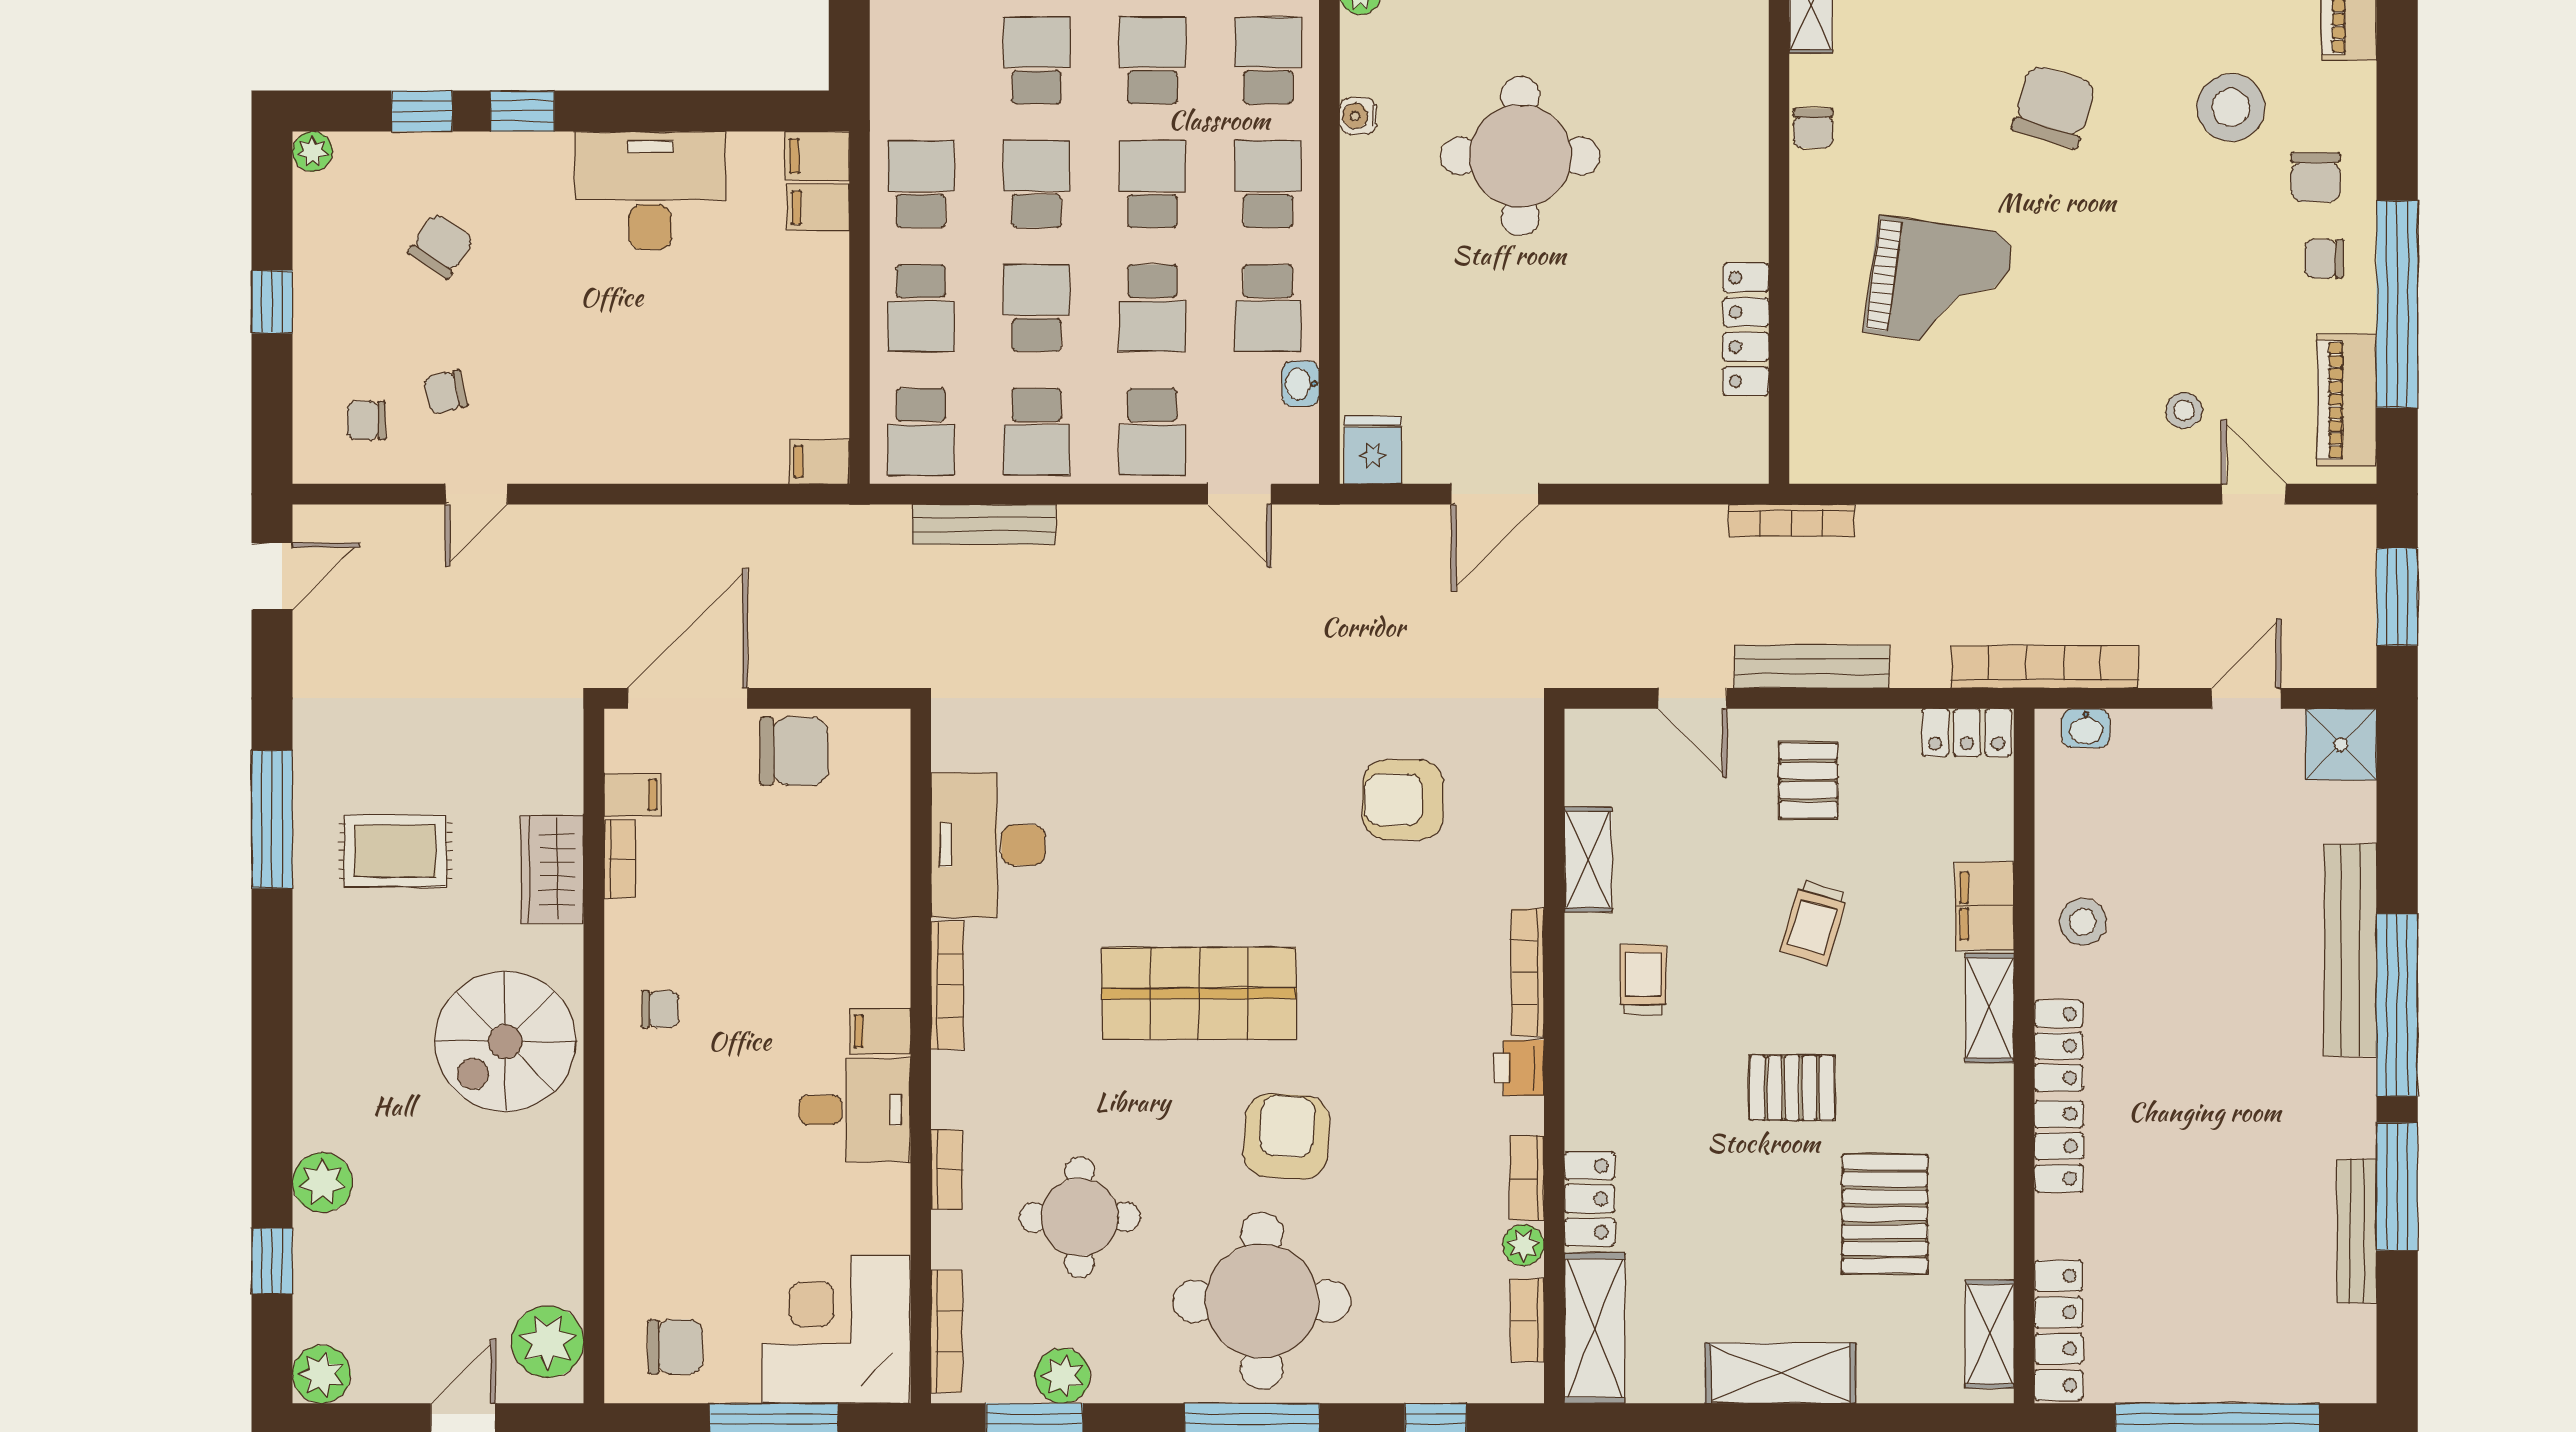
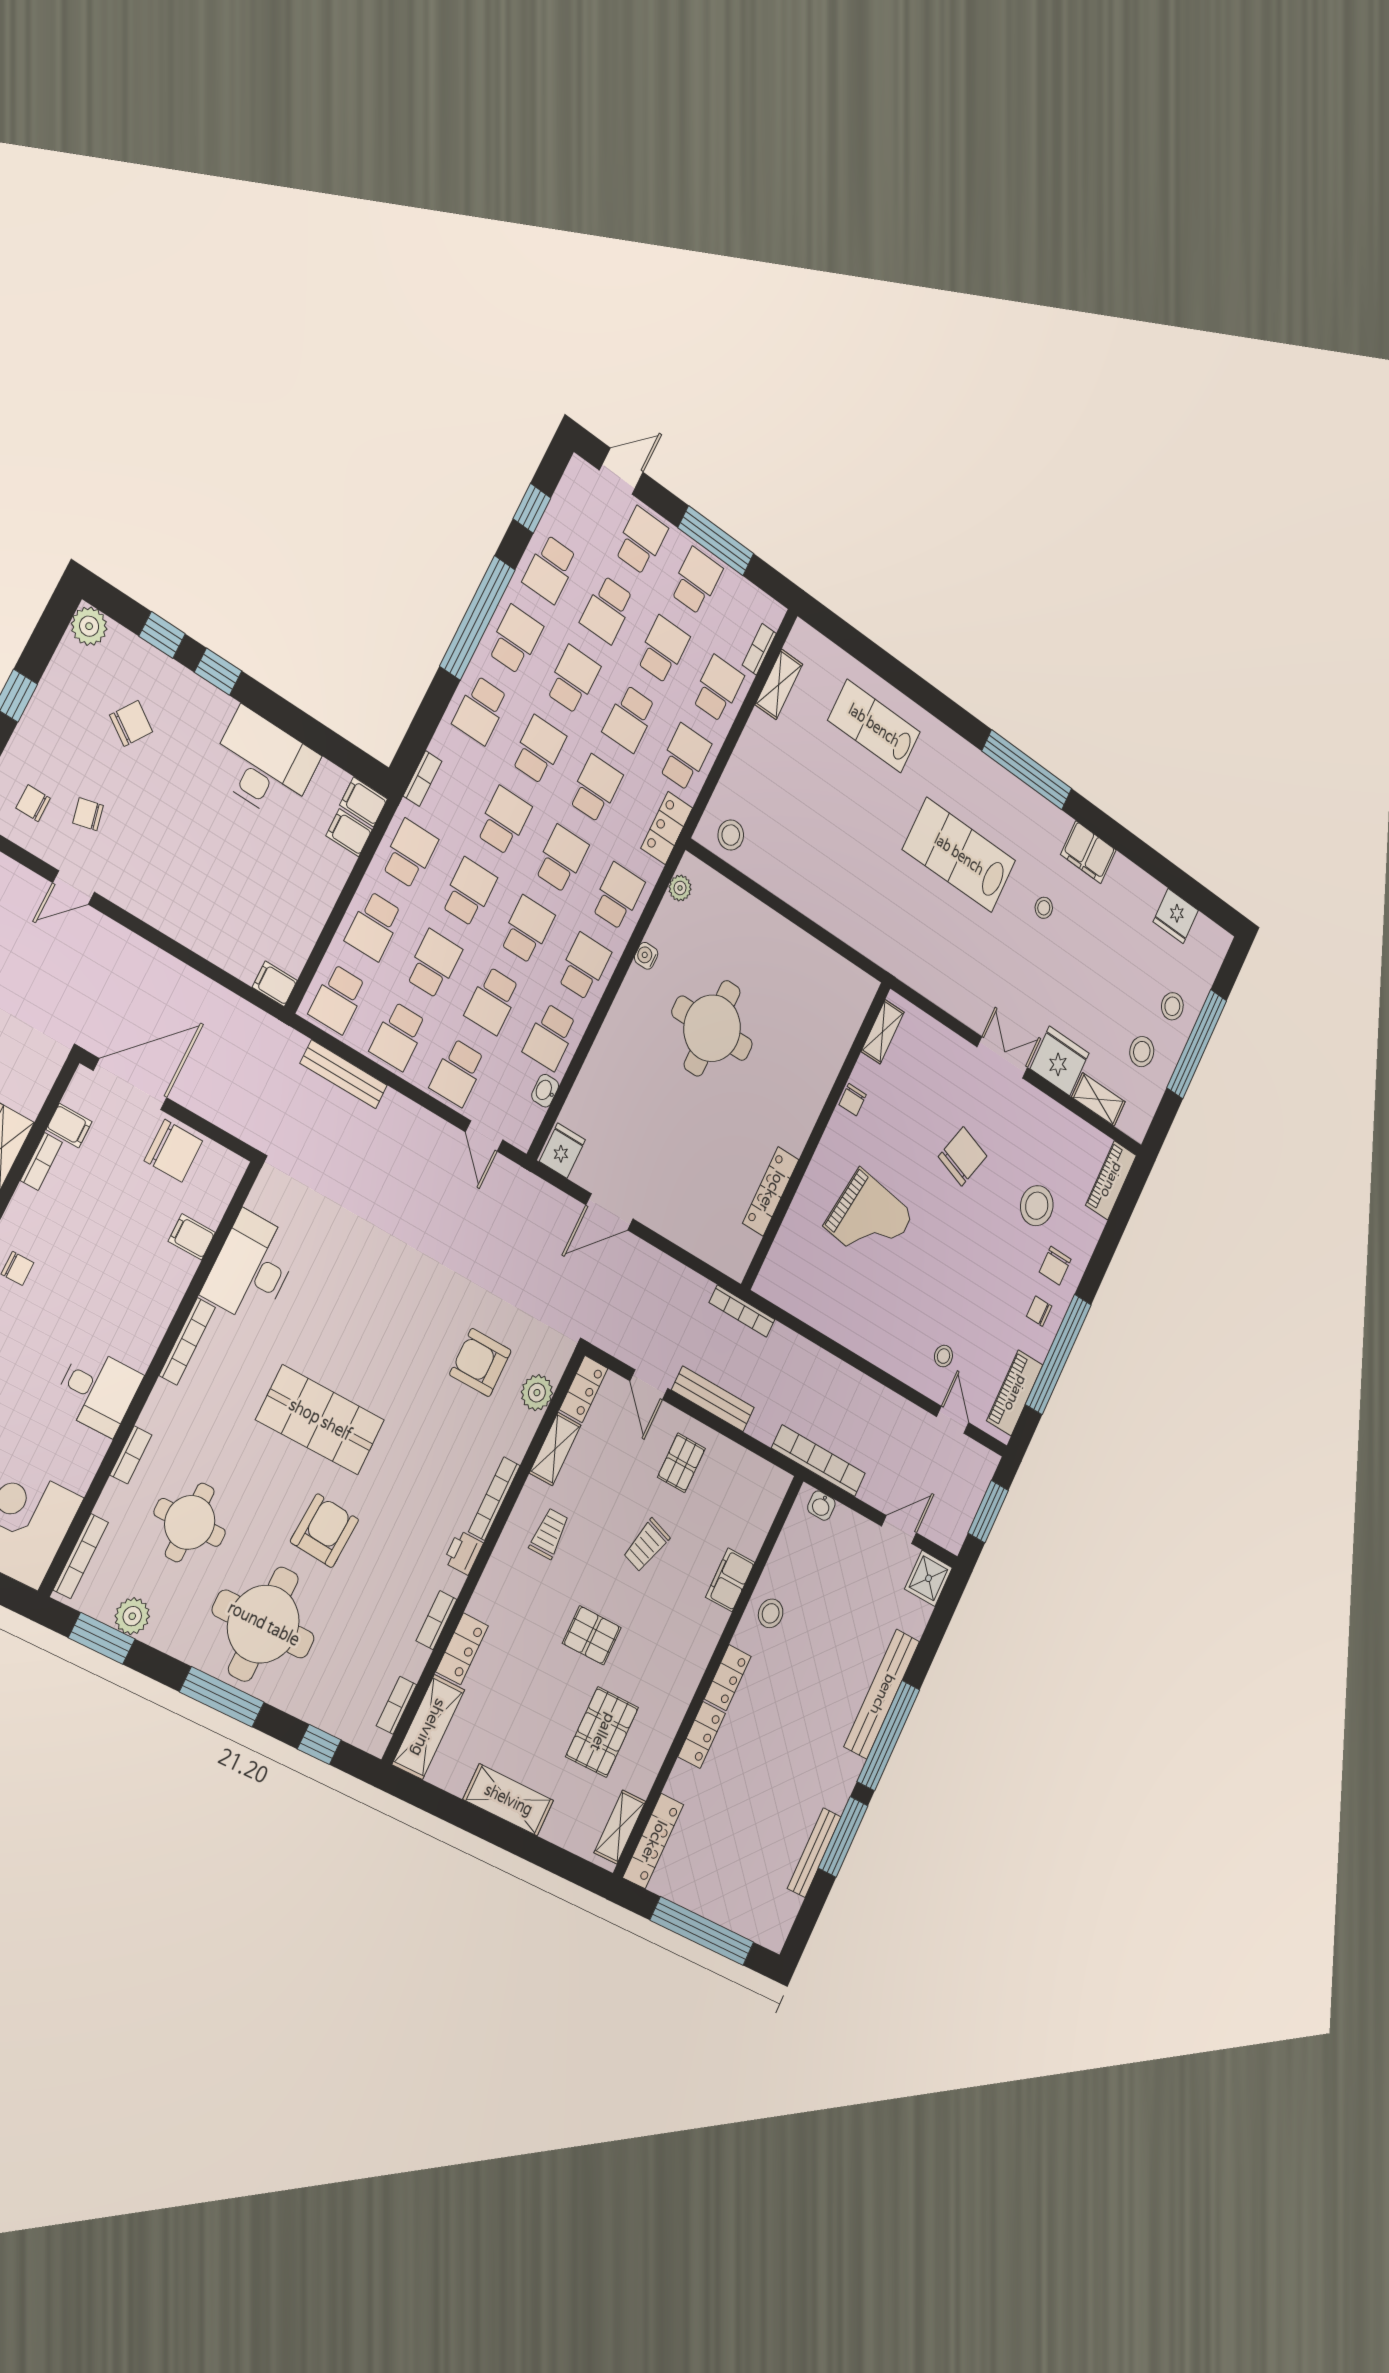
bookcase: (885, 76) -> (422, 779), added
plant: (313, 151) -> (89, 626), width x1.38, depth x1.38
locker: (1967, 732) -> (584, 1389), moved, turned -90
shelving: (1990, 1008) -> (706, 1639), removed
filing cabinet: (880, 1031) -> (192, 1237), moved
plant: (1523, 1245) -> (537, 1393), moved, width x1.38, depth x1.38

